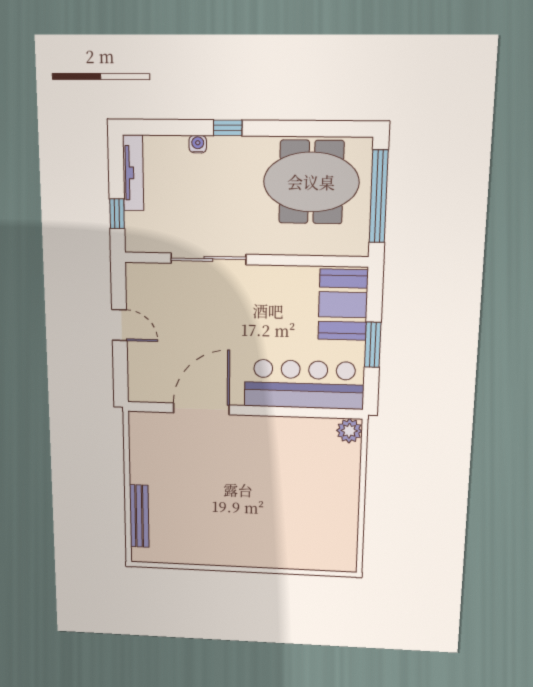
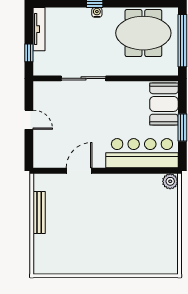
water cooler: (198, 144) -> (97, 12), moved
door: (201, 409) -> (79, 171), width x0.73
bench: (139, 516) -> (39, 213), moved

